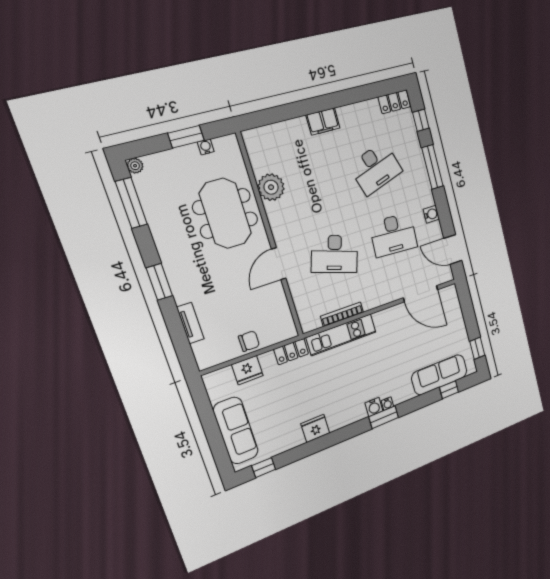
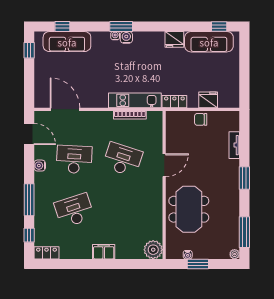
plant: (271, 187) -> (153, 250), moved
sofa: (236, 431) -> (209, 42), moved, turned -90

